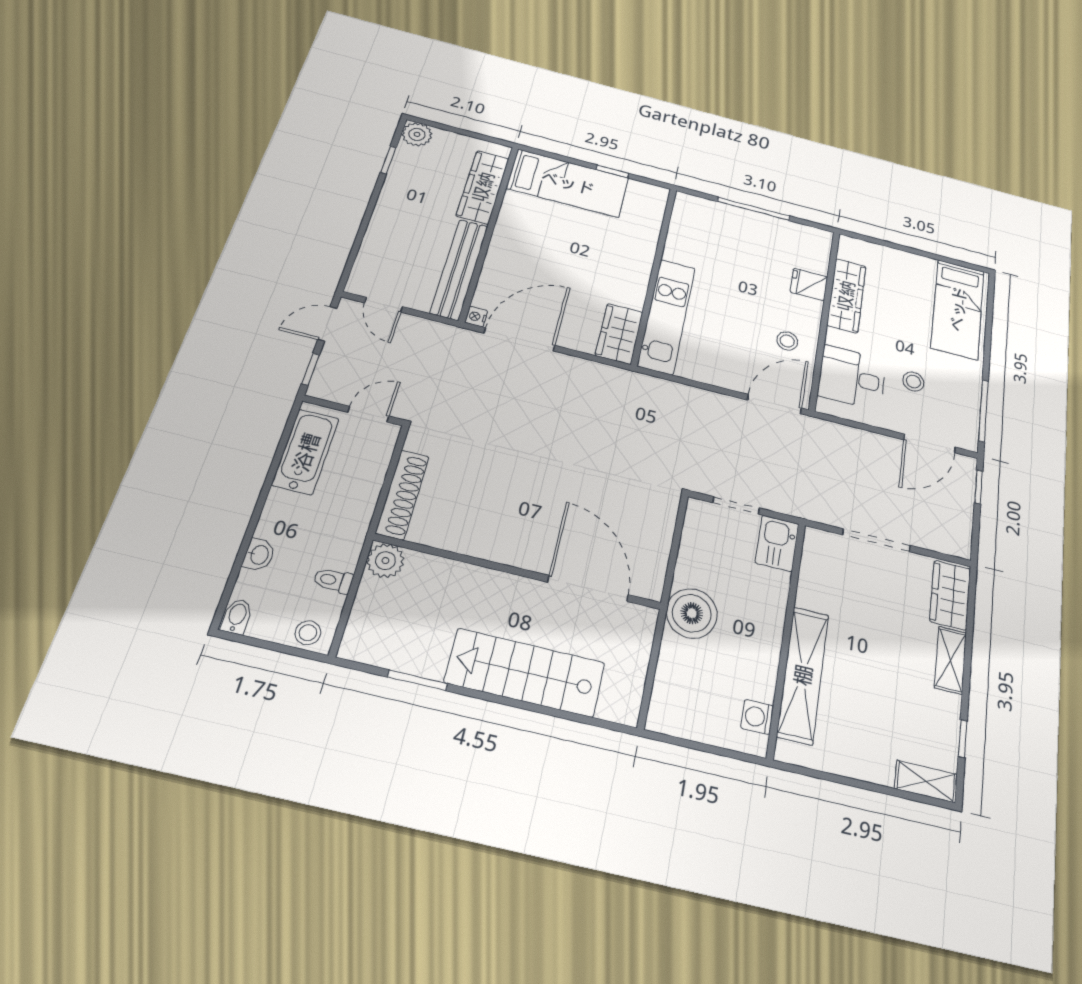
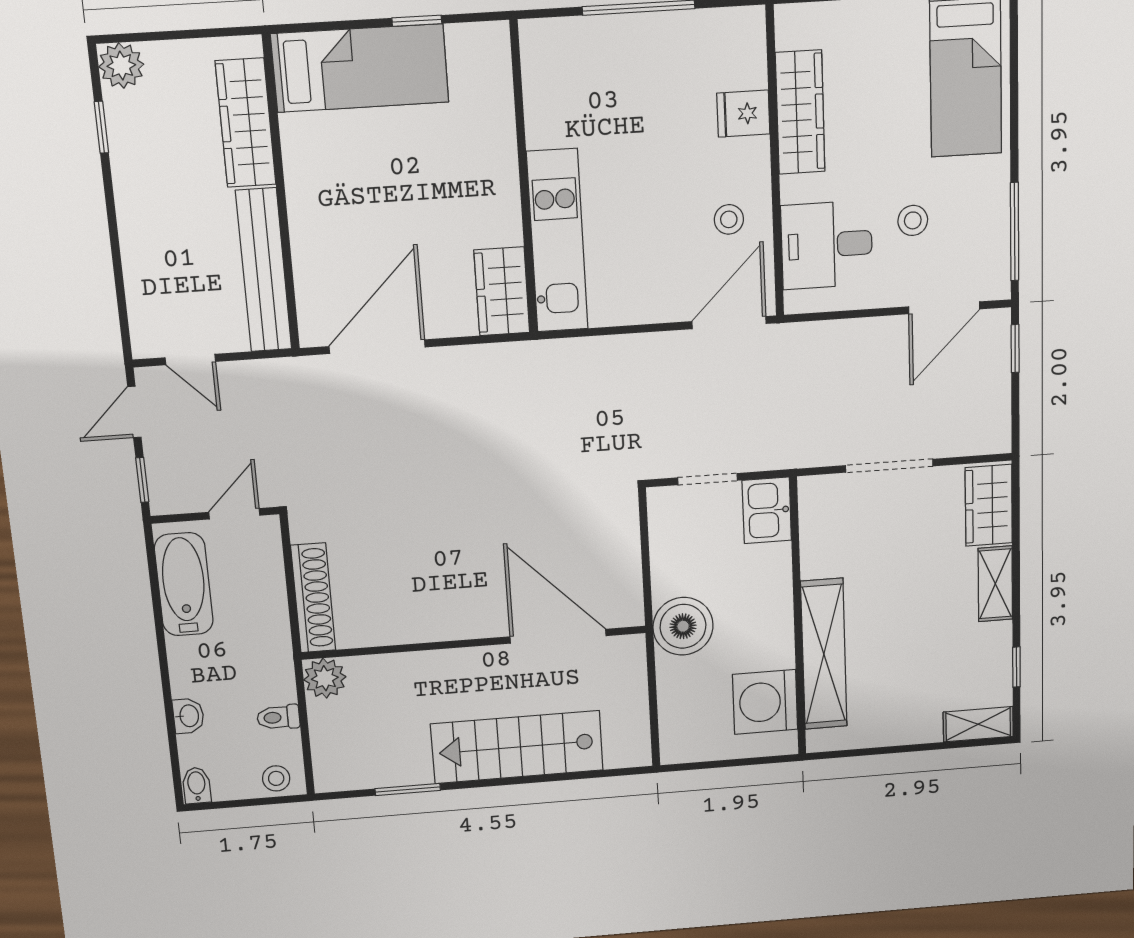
nightstand: (476, 317) -> (311, 334), removed
washing machine: (757, 717) -> (765, 702), width x1.89, depth x1.89

